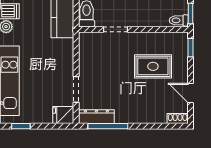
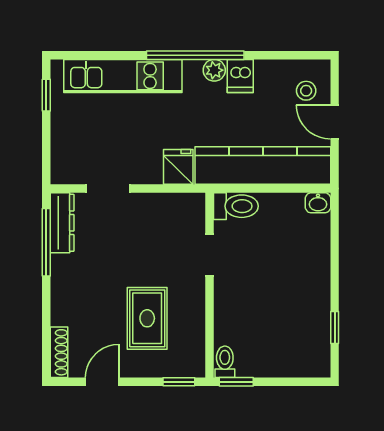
fridge: (63, 115) -> (178, 167), moved
shoe rack: (178, 119) -> (59, 352), width x1.43

